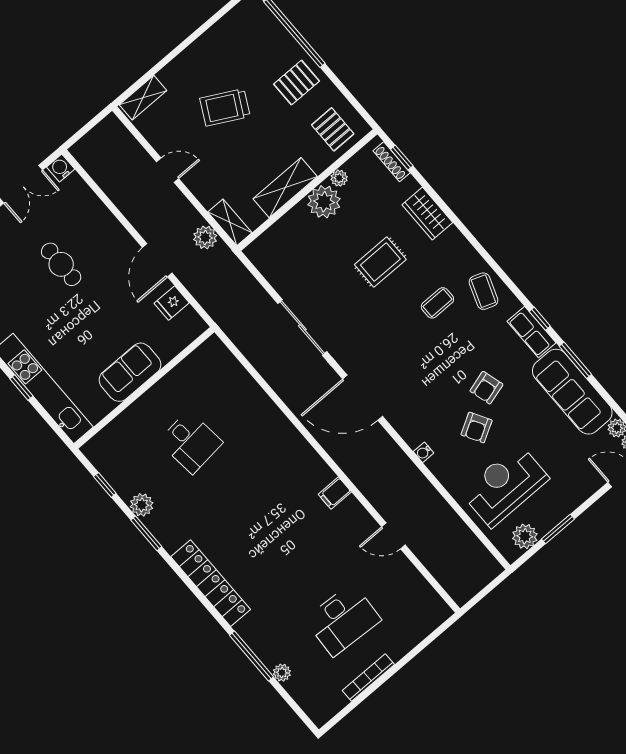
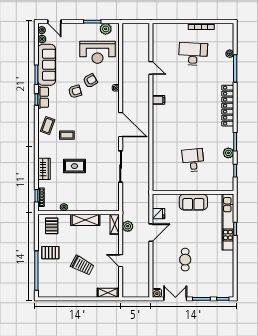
plant: (324, 202) -> (76, 203), removed

